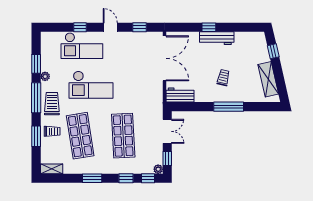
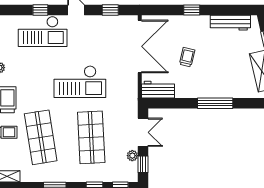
workbench: (217, 38) -> (230, 23), moved
trolley: (223, 78) -> (187, 57), moved
checkout: (91, 85) -> (80, 82), moved
plant: (158, 169) -> (132, 156), moved

